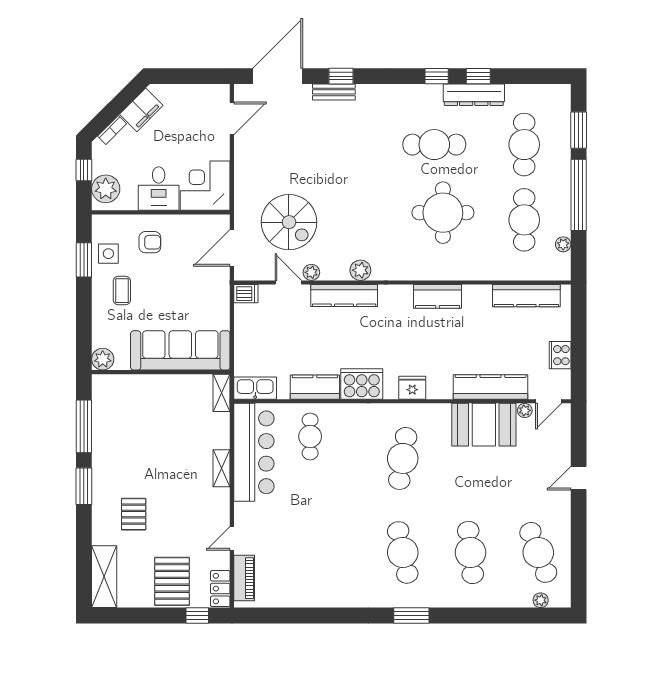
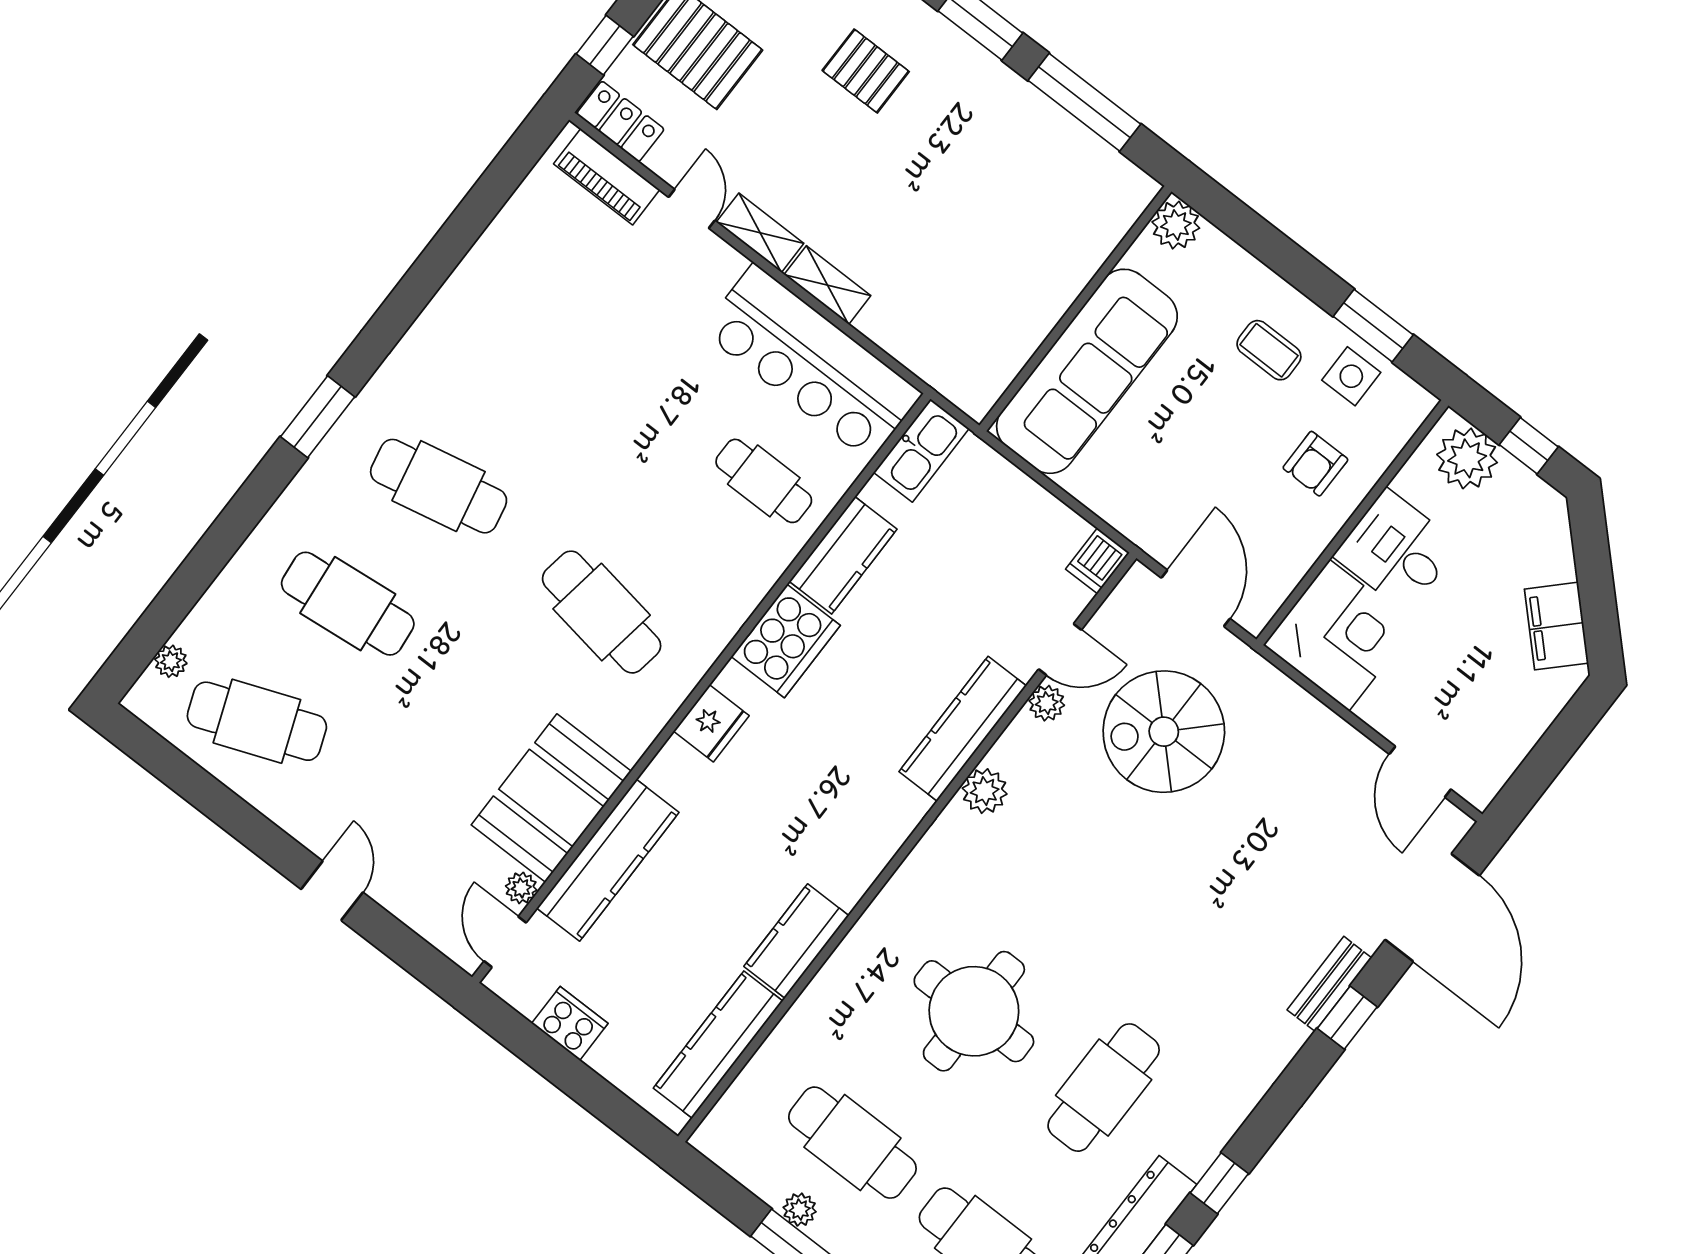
bookcase: (112, 130) -> (1561, 548), removed
plant: (563, 244) -> (800, 1210), moved
kitchen counter: (438, 296) -> (796, 941), moved
shelving: (222, 393) -> (760, 233), moved

